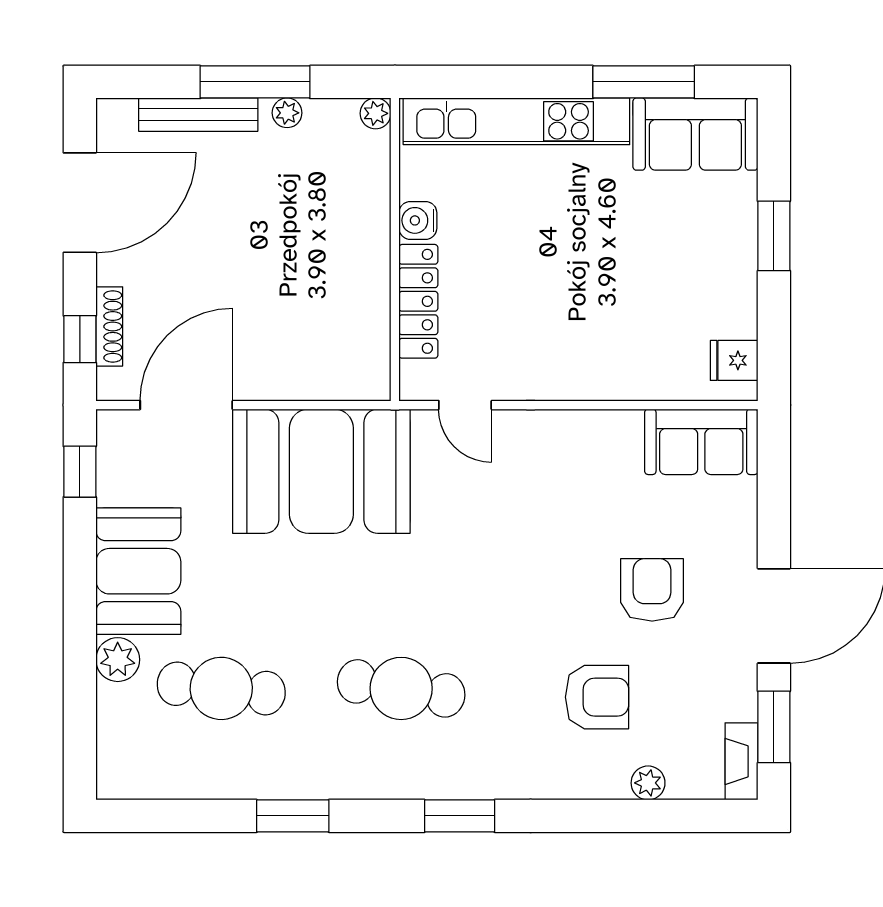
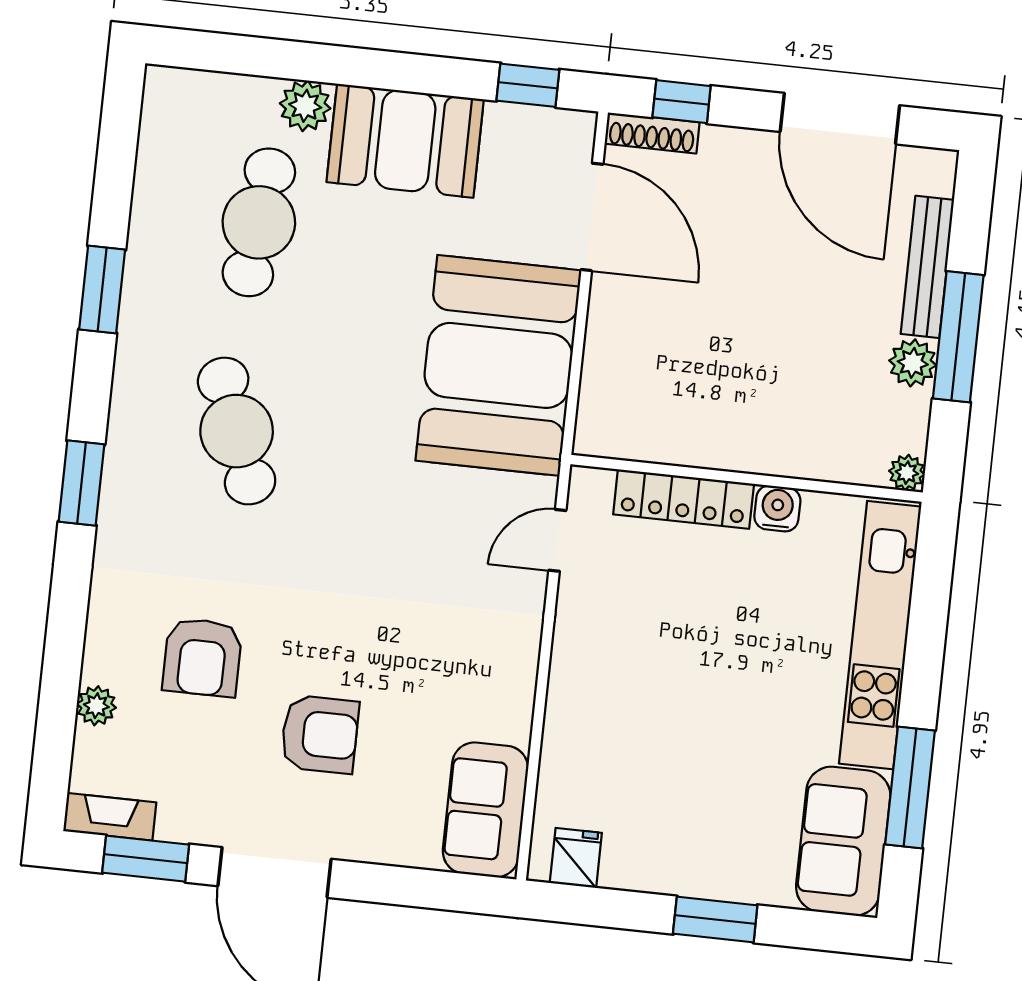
plant: (287, 113) -> (913, 363), width x1.38, depth x1.38
shoe rack: (109, 326) -> (652, 133), moved
cafe table: (401, 688) -> (237, 431), turned -30

